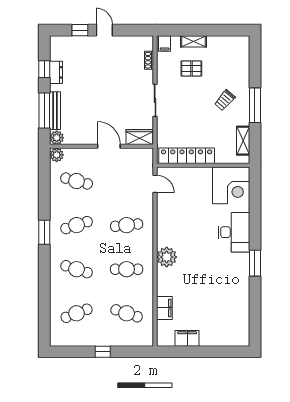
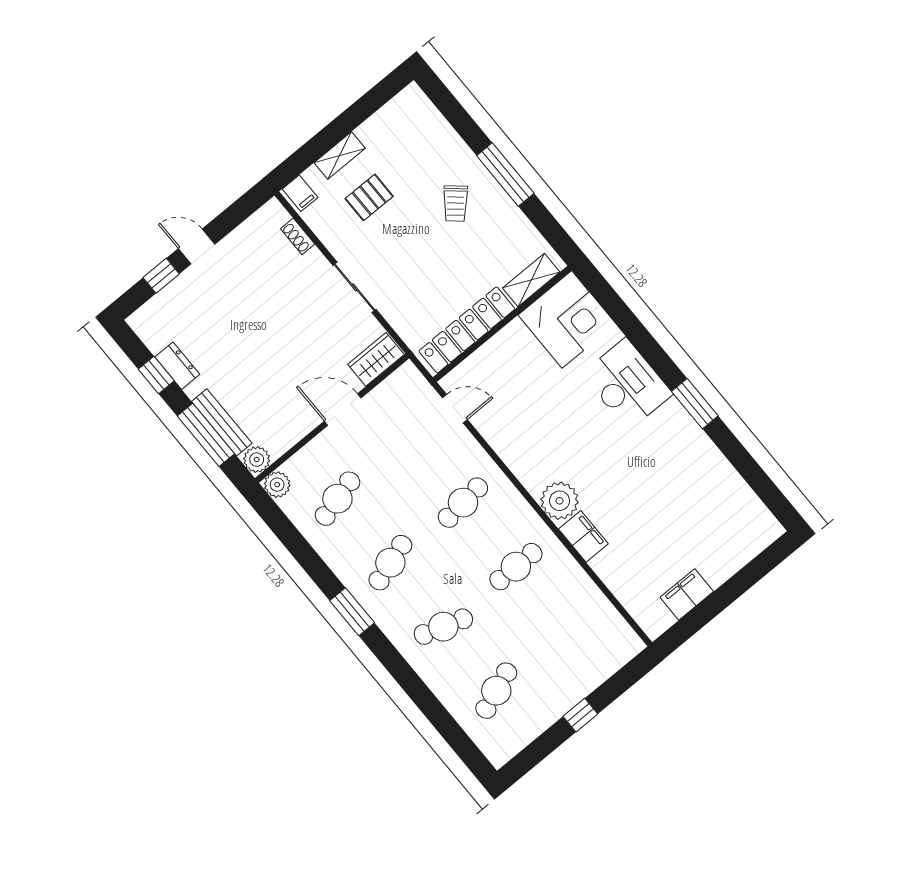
shelving: (243, 141) -> (531, 280), moved, turned 90
cafe table: (77, 181) -> (337, 499), turned -30
filing cabinet: (164, 308) -> (583, 536), moved
cafe table: (127, 313) -> (569, 631), removed

